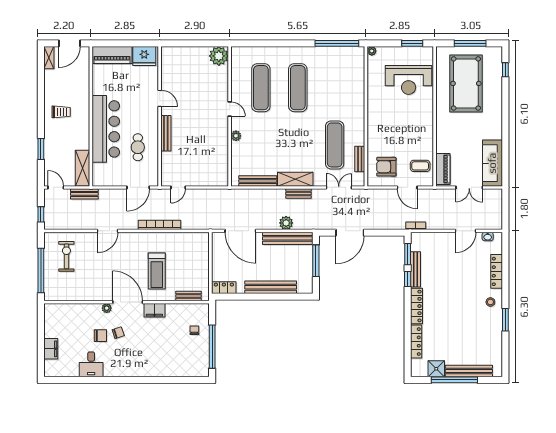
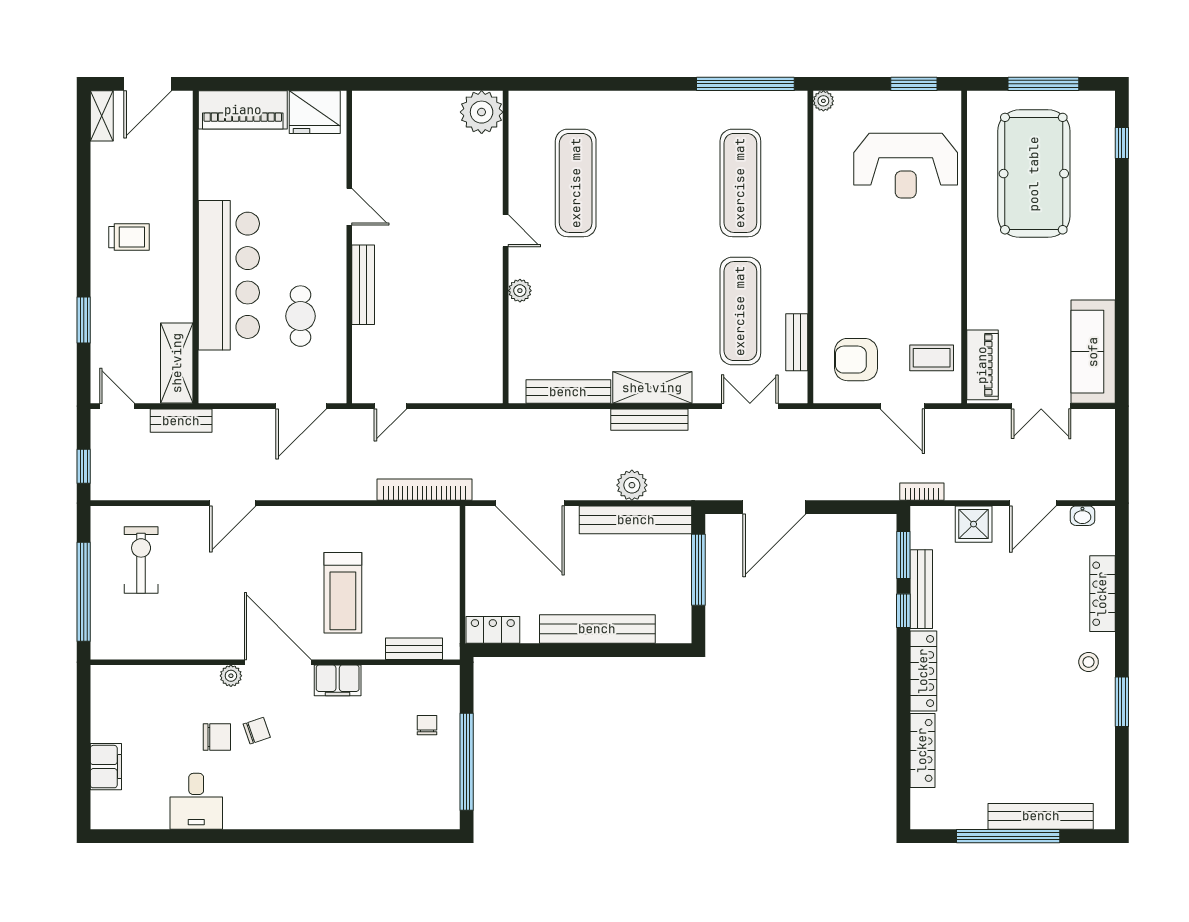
exercise mat: (298, 88) -> (740, 183), moved
bench: (298, 194) -> (649, 420), width x1.36
bookcase: (160, 225) -> (424, 490), moved
shower: (436, 369) -> (974, 524), moved

